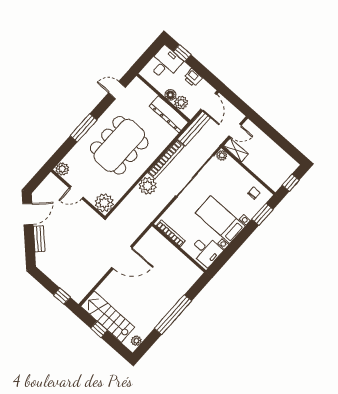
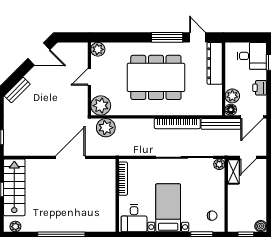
floor lamp: (170, 95) -> (231, 110), moved
dresser: (169, 114) -> (215, 63), moved
window: (84, 128) -> (167, 37), moved
door: (235, 131) -> (248, 157), hinge flipped
boiler: (292, 165) -> (261, 226), added
plant: (148, 186) -> (106, 128), moved
door: (76, 193) -> (89, 77), hinge flipped
bench: (39, 239) -> (17, 90), moved
door: (122, 258) -> (70, 157), swing flipped

